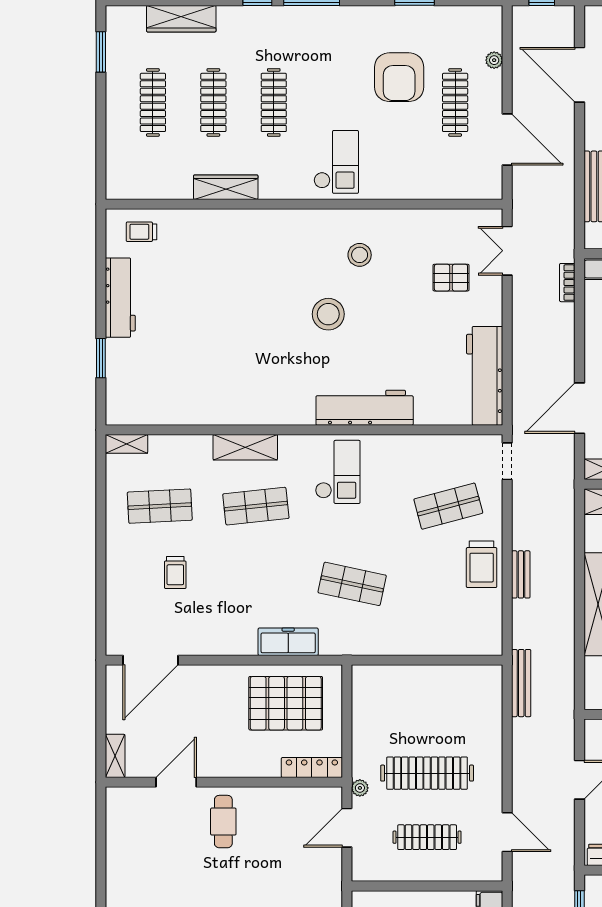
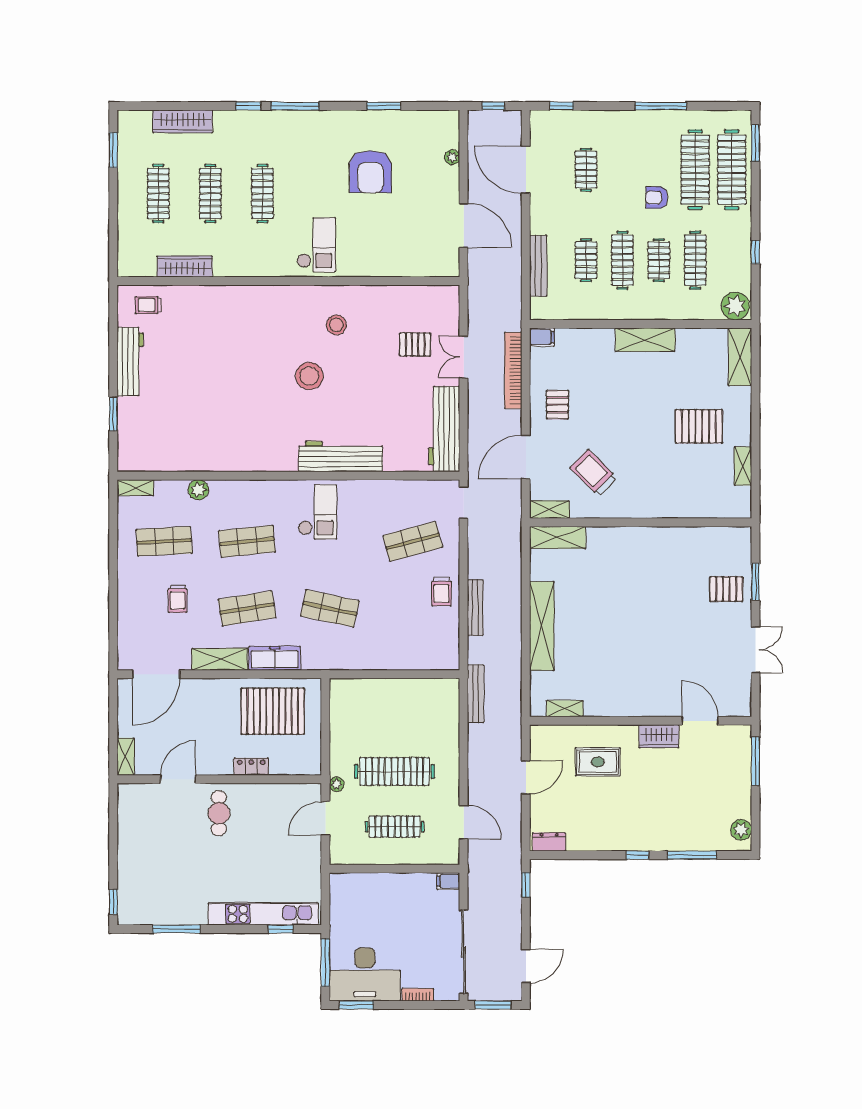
clothes rail: (455, 102) -> (419, 194), removed
wardrobe: (226, 187) -> (185, 267), moved
double door: (507, 251) -> (464, 357), moved
bookcase: (567, 283) -> (513, 370), width x2.31, depth x1.31
plant: (200, 446) -> (198, 490), added
shelving: (245, 447) -> (220, 659), moved
trolley: (482, 564) -> (441, 591), width x0.73, depth x0.72
bench: (521, 574) -> (475, 608), width x1.36
shop shelf: (256, 584) -> (247, 608), added
locker: (312, 768) -> (251, 767), moved, width x0.66

